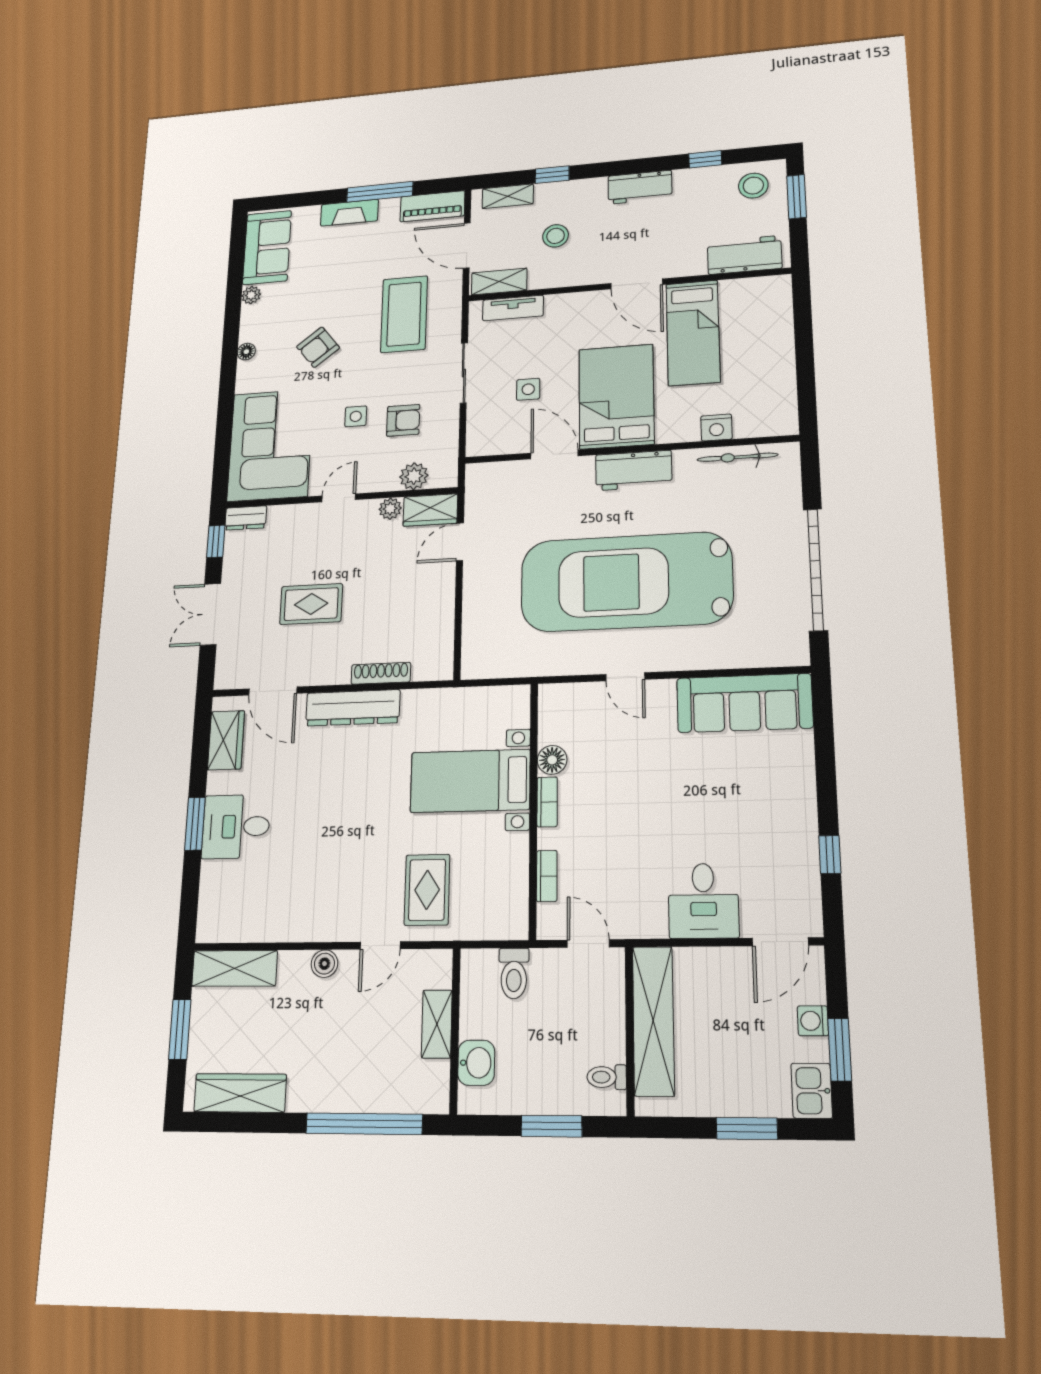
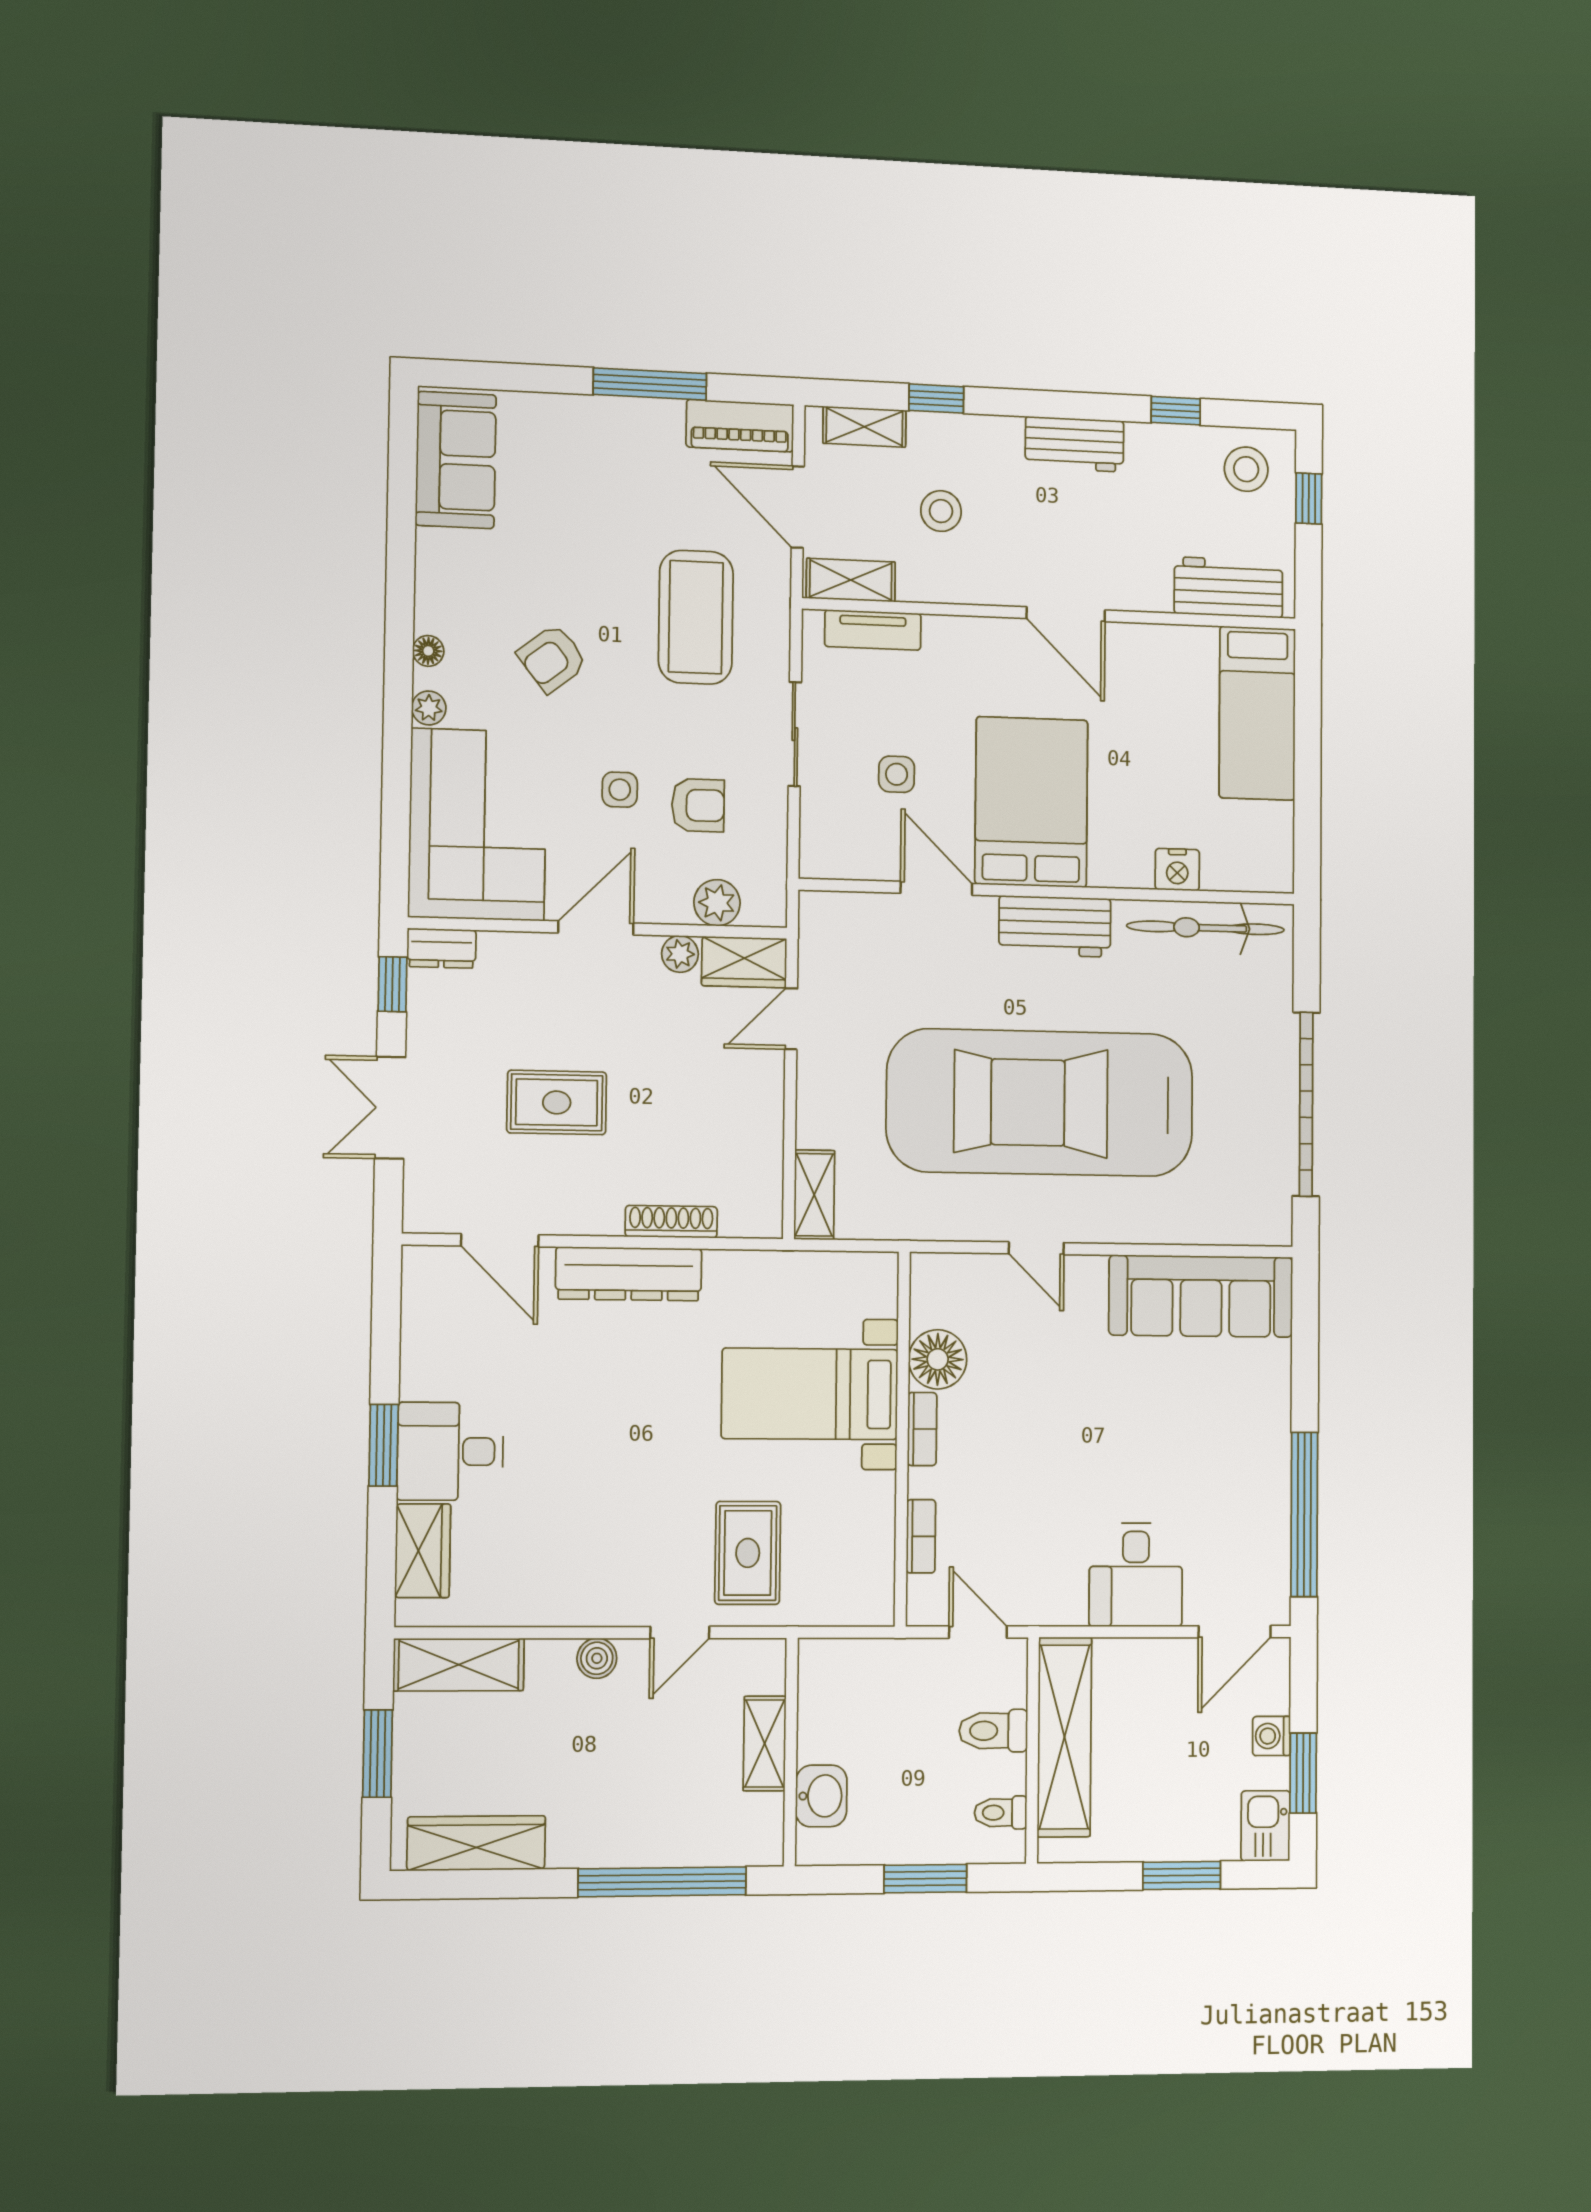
window: (797, 197) -> (1309, 499), width x0.67
fireplace: (349, 213) -> (598, 415), removed
plant: (251, 295) -> (429, 708), moved
bed: (693, 333) -> (1257, 713), moved
bicycle: (737, 457) -> (1206, 928), width x1.37, depth x1.40
door: (339, 498) -> (596, 928), width x1.38
shelving: (474, 651) -> (814, 1195), added
wardrobe: (226, 740) -> (423, 1551), moved
floor lamp: (552, 760) -> (938, 1359), width x1.38, depth x1.38
window: (830, 854) -> (1304, 1514), width x3.17
toilet: (514, 973) -> (993, 1731), moved, turned 90

